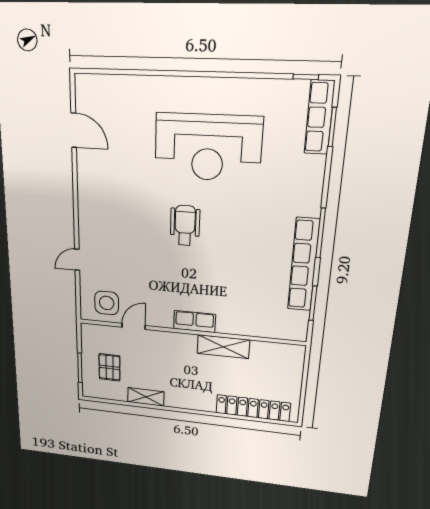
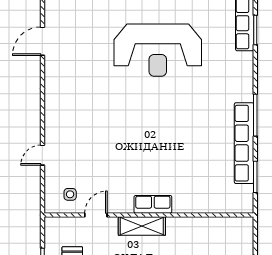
door: (74, 130) -> (42, 41), swing flipped
wheelchair: (185, 225) -> (141, 116), removed
side table: (107, 303) -> (70, 194), width x0.54, depth x0.54
shelving: (223, 347) -> (142, 226), moved

